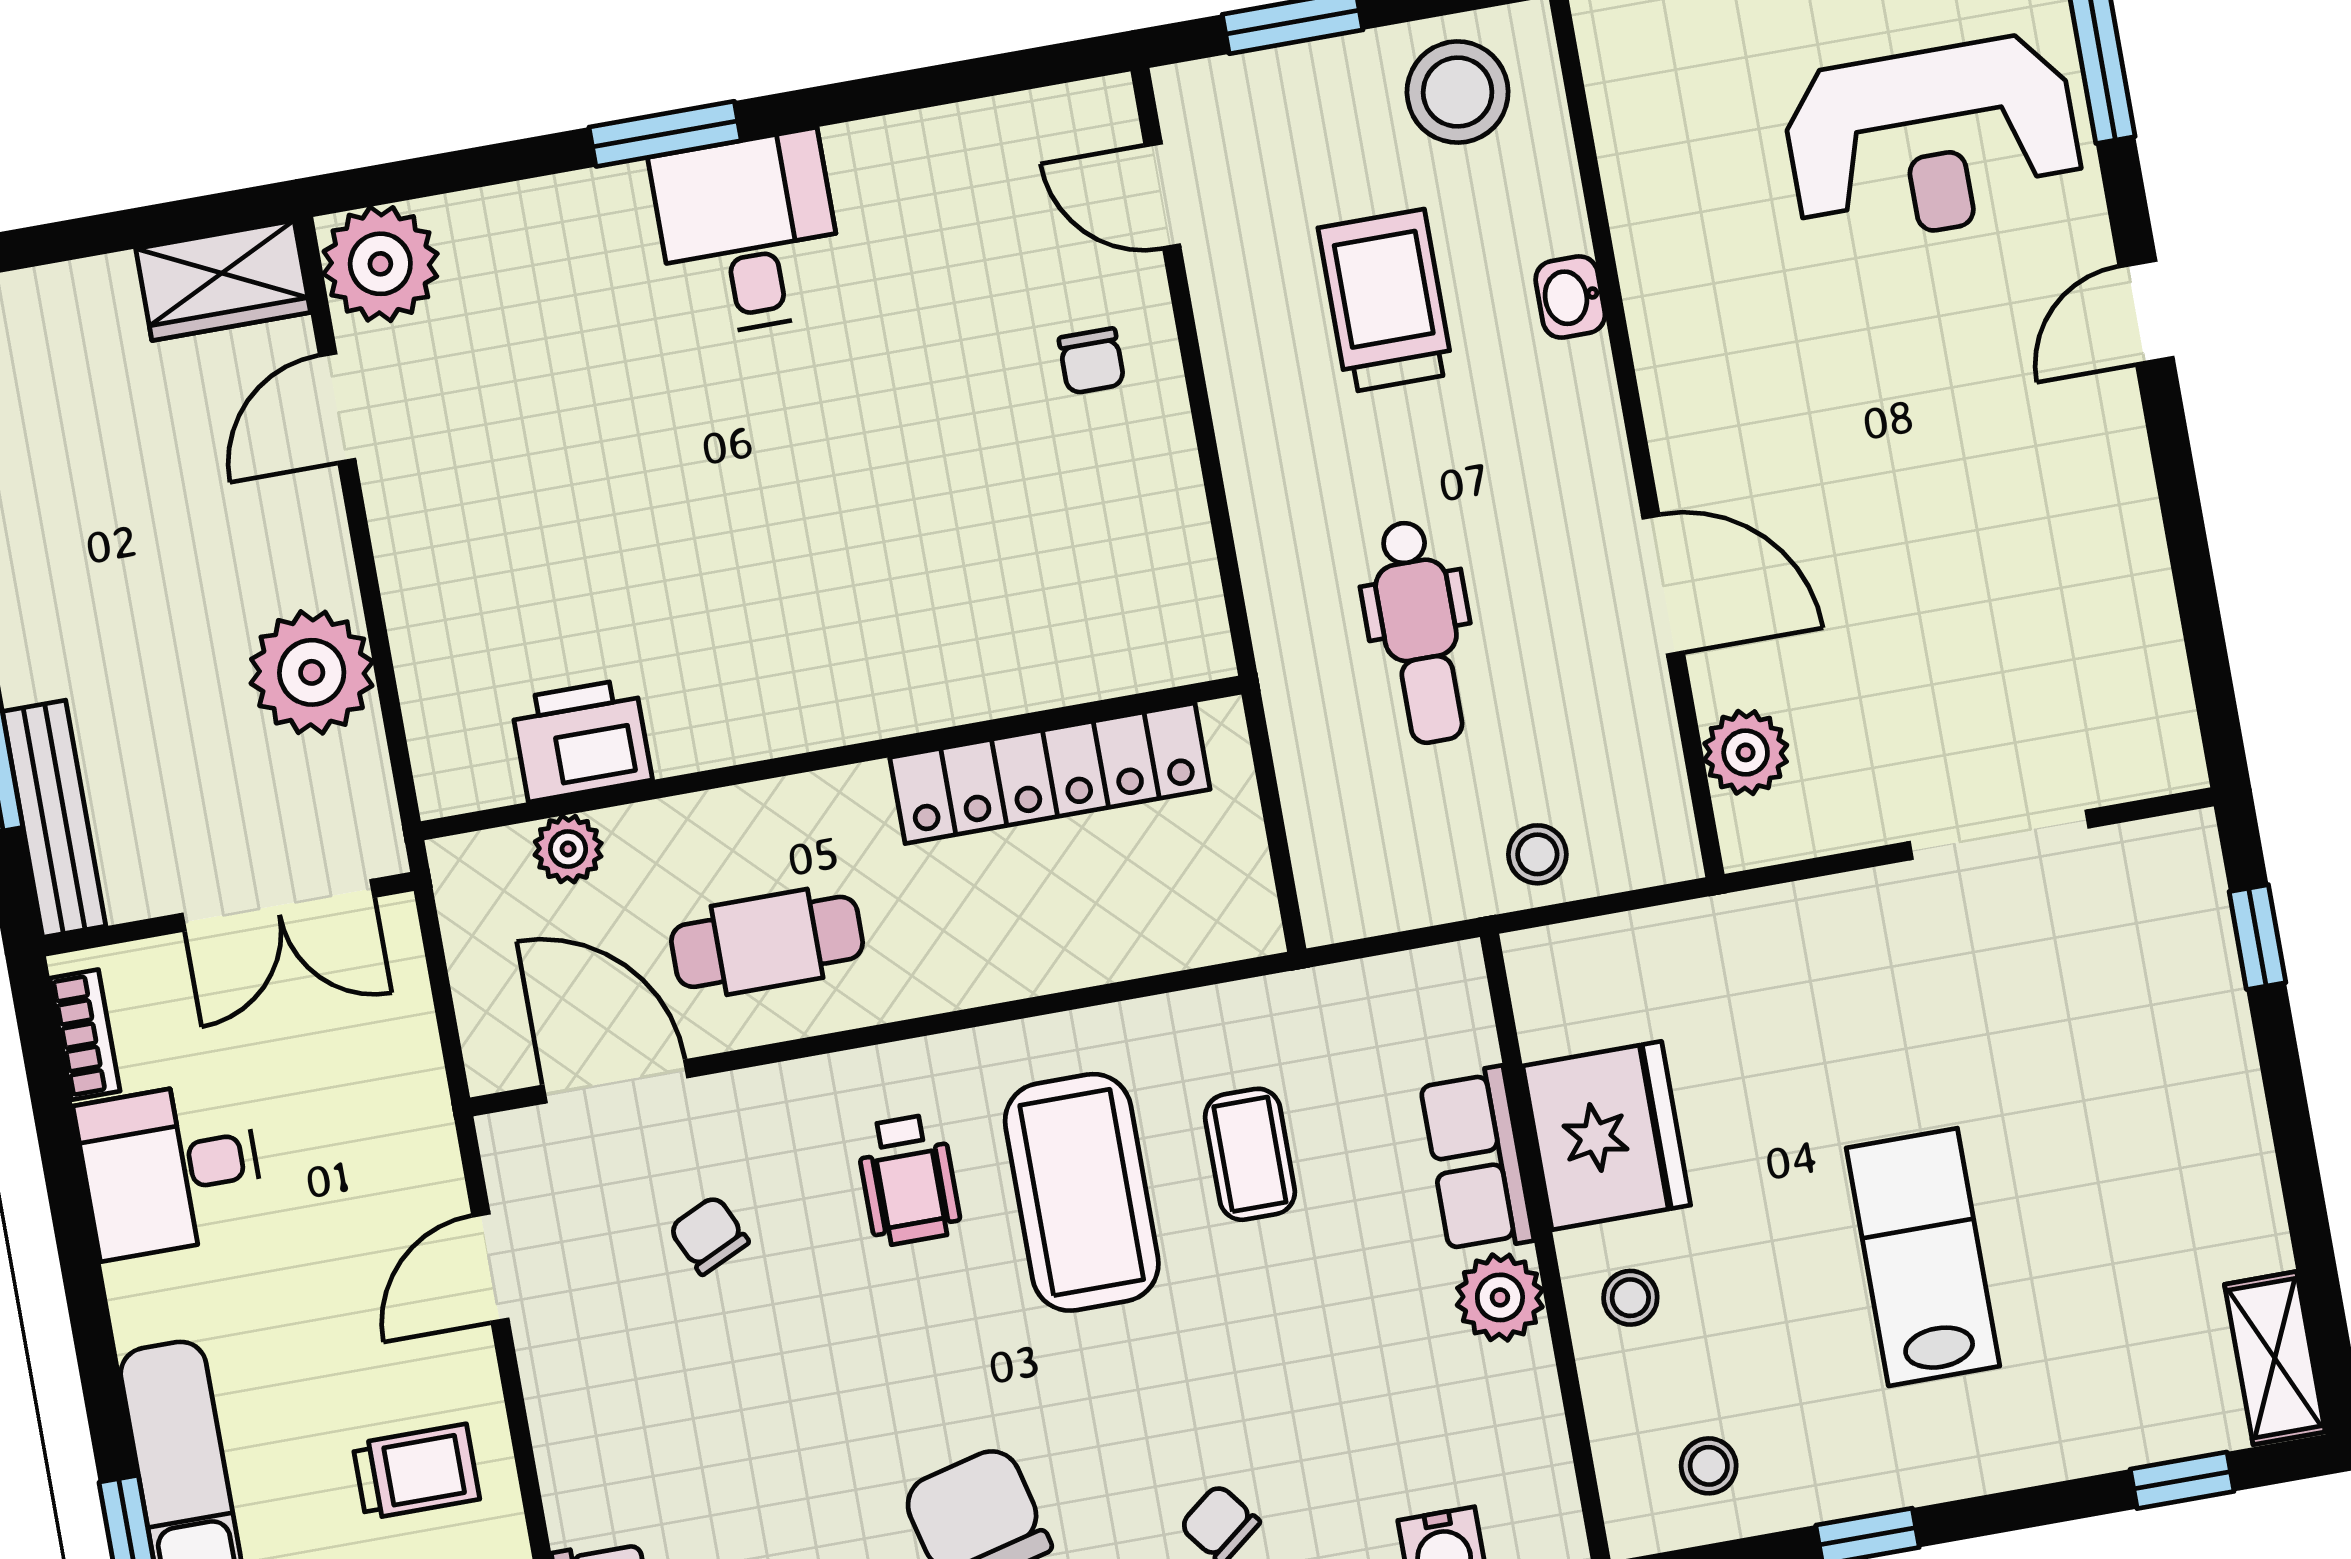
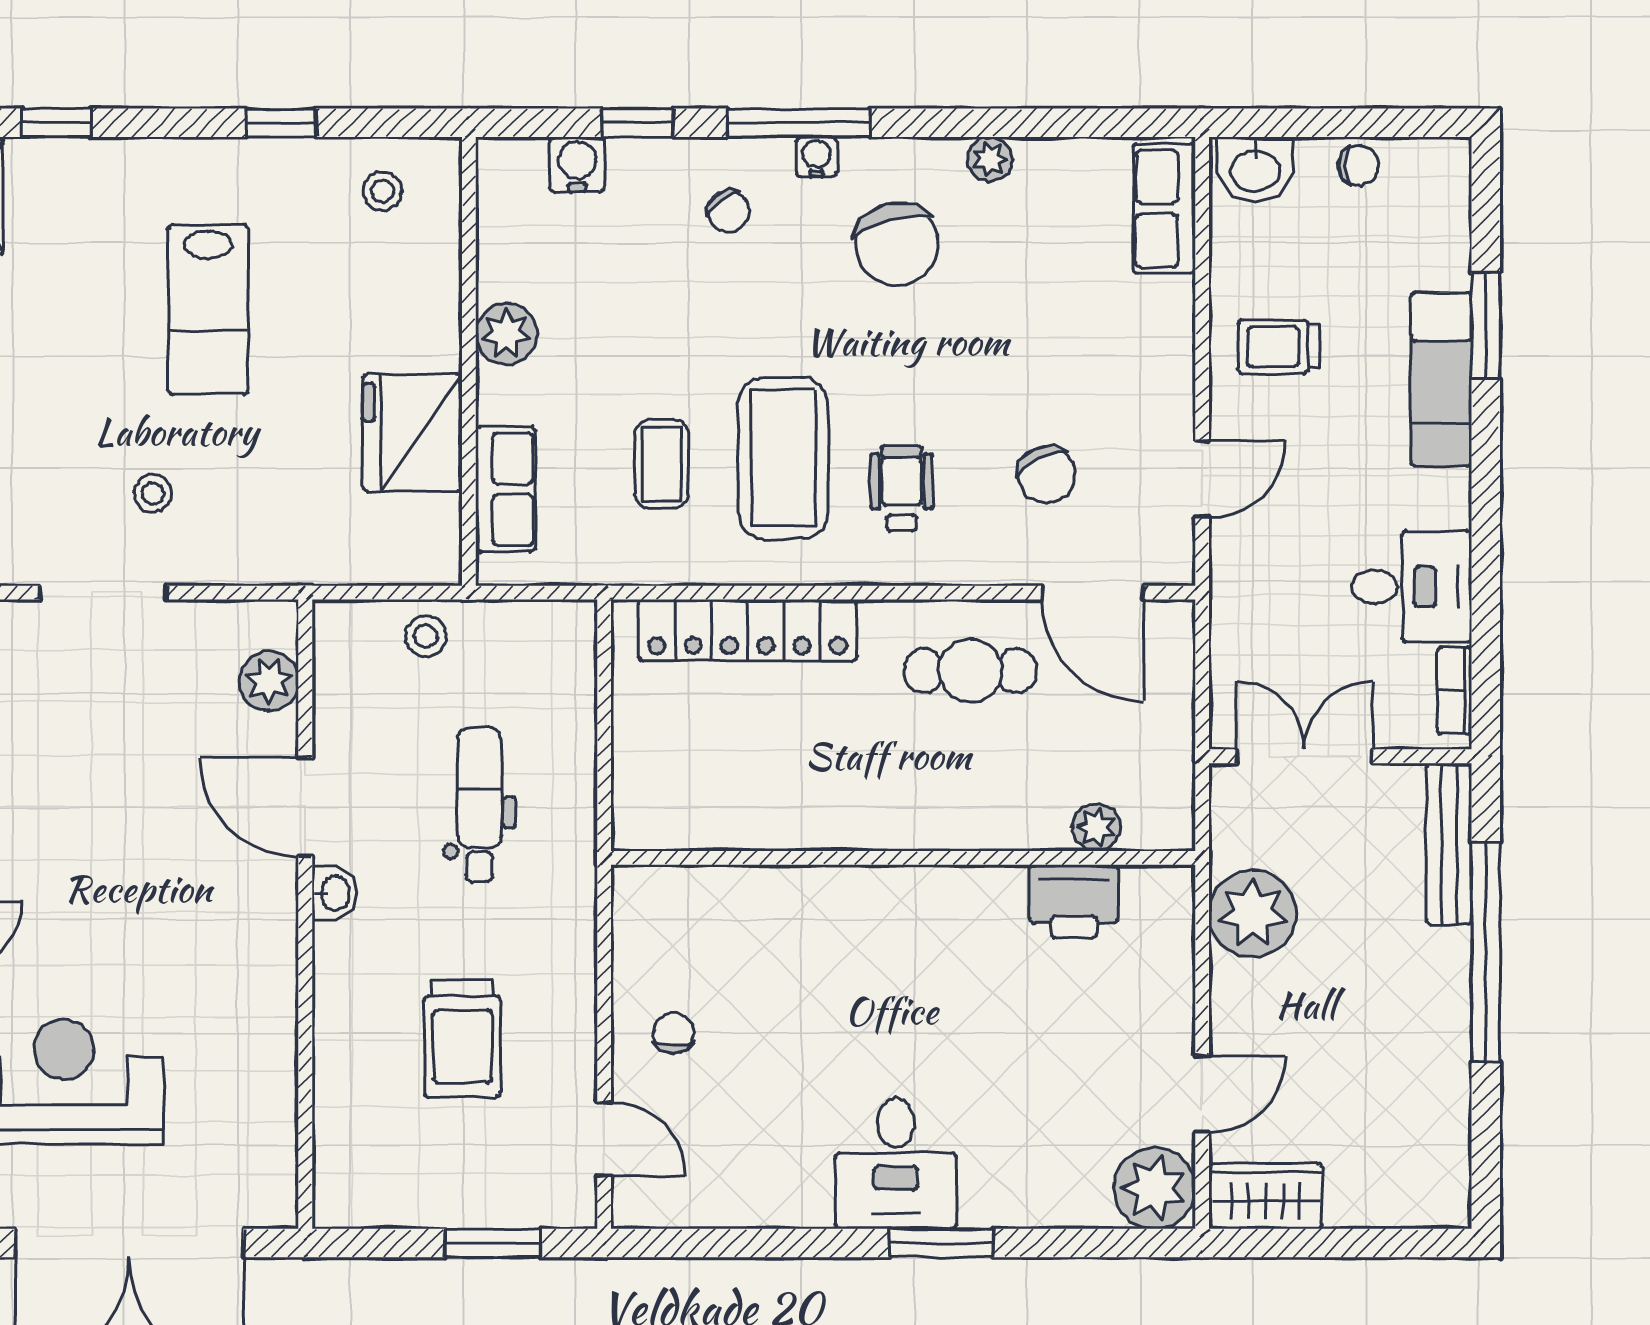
stool: (1458, 92) -> (387, 1174), removed
washbasin: (1570, 297) -> (334, 893), moved
printer: (581, 740) -> (1074, 901), moved
wall: (831, 758) -> (903, 858), moved
locker: (1050, 773) -> (748, 630), moved, turned 180
plant: (568, 849) -> (1097, 827), moved
row of seats: (1477, 1160) -> (506, 489), moved
chair: (709, 1235) -> (1047, 475), width x1.37, depth x1.37
stool: (1630, 1298) -> (152, 493), moved

